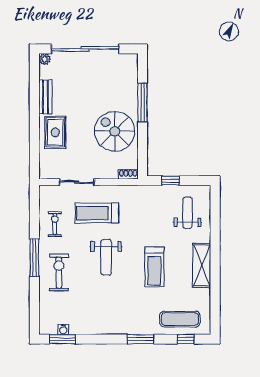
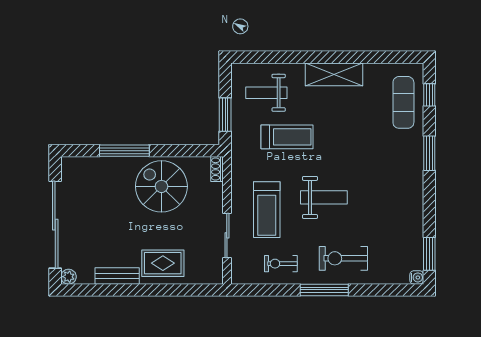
spiral stairs: (115, 131) -> (161, 186), turned 90
window: (170, 181) -> (225, 115), width x1.50
treadmill: (154, 267) -> (287, 137), moved
water cooler: (63, 329) -> (417, 277), moved

